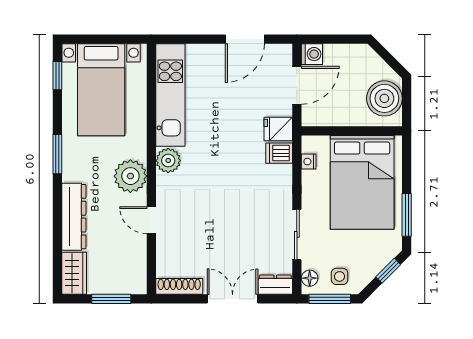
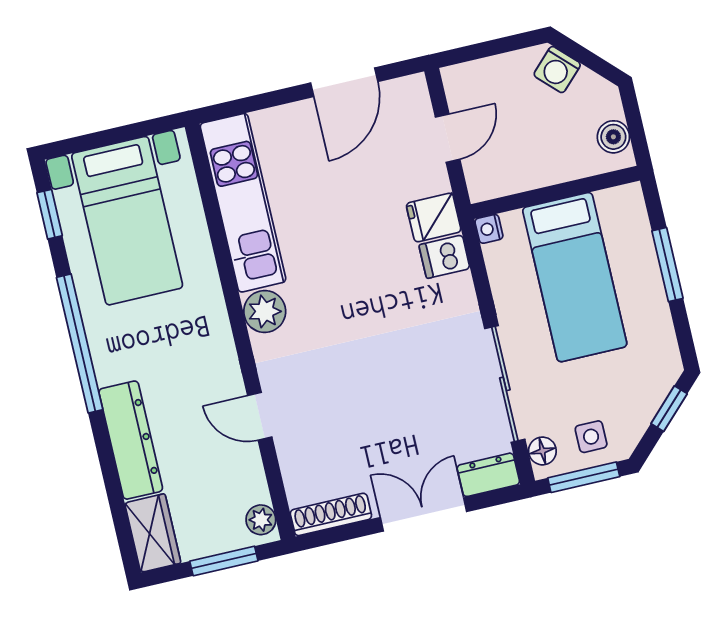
washing machine: (312, 54) -> (557, 70), moved, turned 135
door: (297, 85) -> (448, 138), width x0.73
boiler: (384, 98) -> (613, 137), width x0.54, depth x0.54
window: (57, 154) -> (80, 343), width x2.11
nightstand: (309, 162) -> (489, 229), moved
plant: (130, 176) -> (261, 520), moved, width x0.53, depth x0.53
bed: (362, 182) -> (575, 277), width x0.67
window: (407, 215) -> (667, 265), moved
sliding door: (297, 234) -> (505, 384), width x1.37

